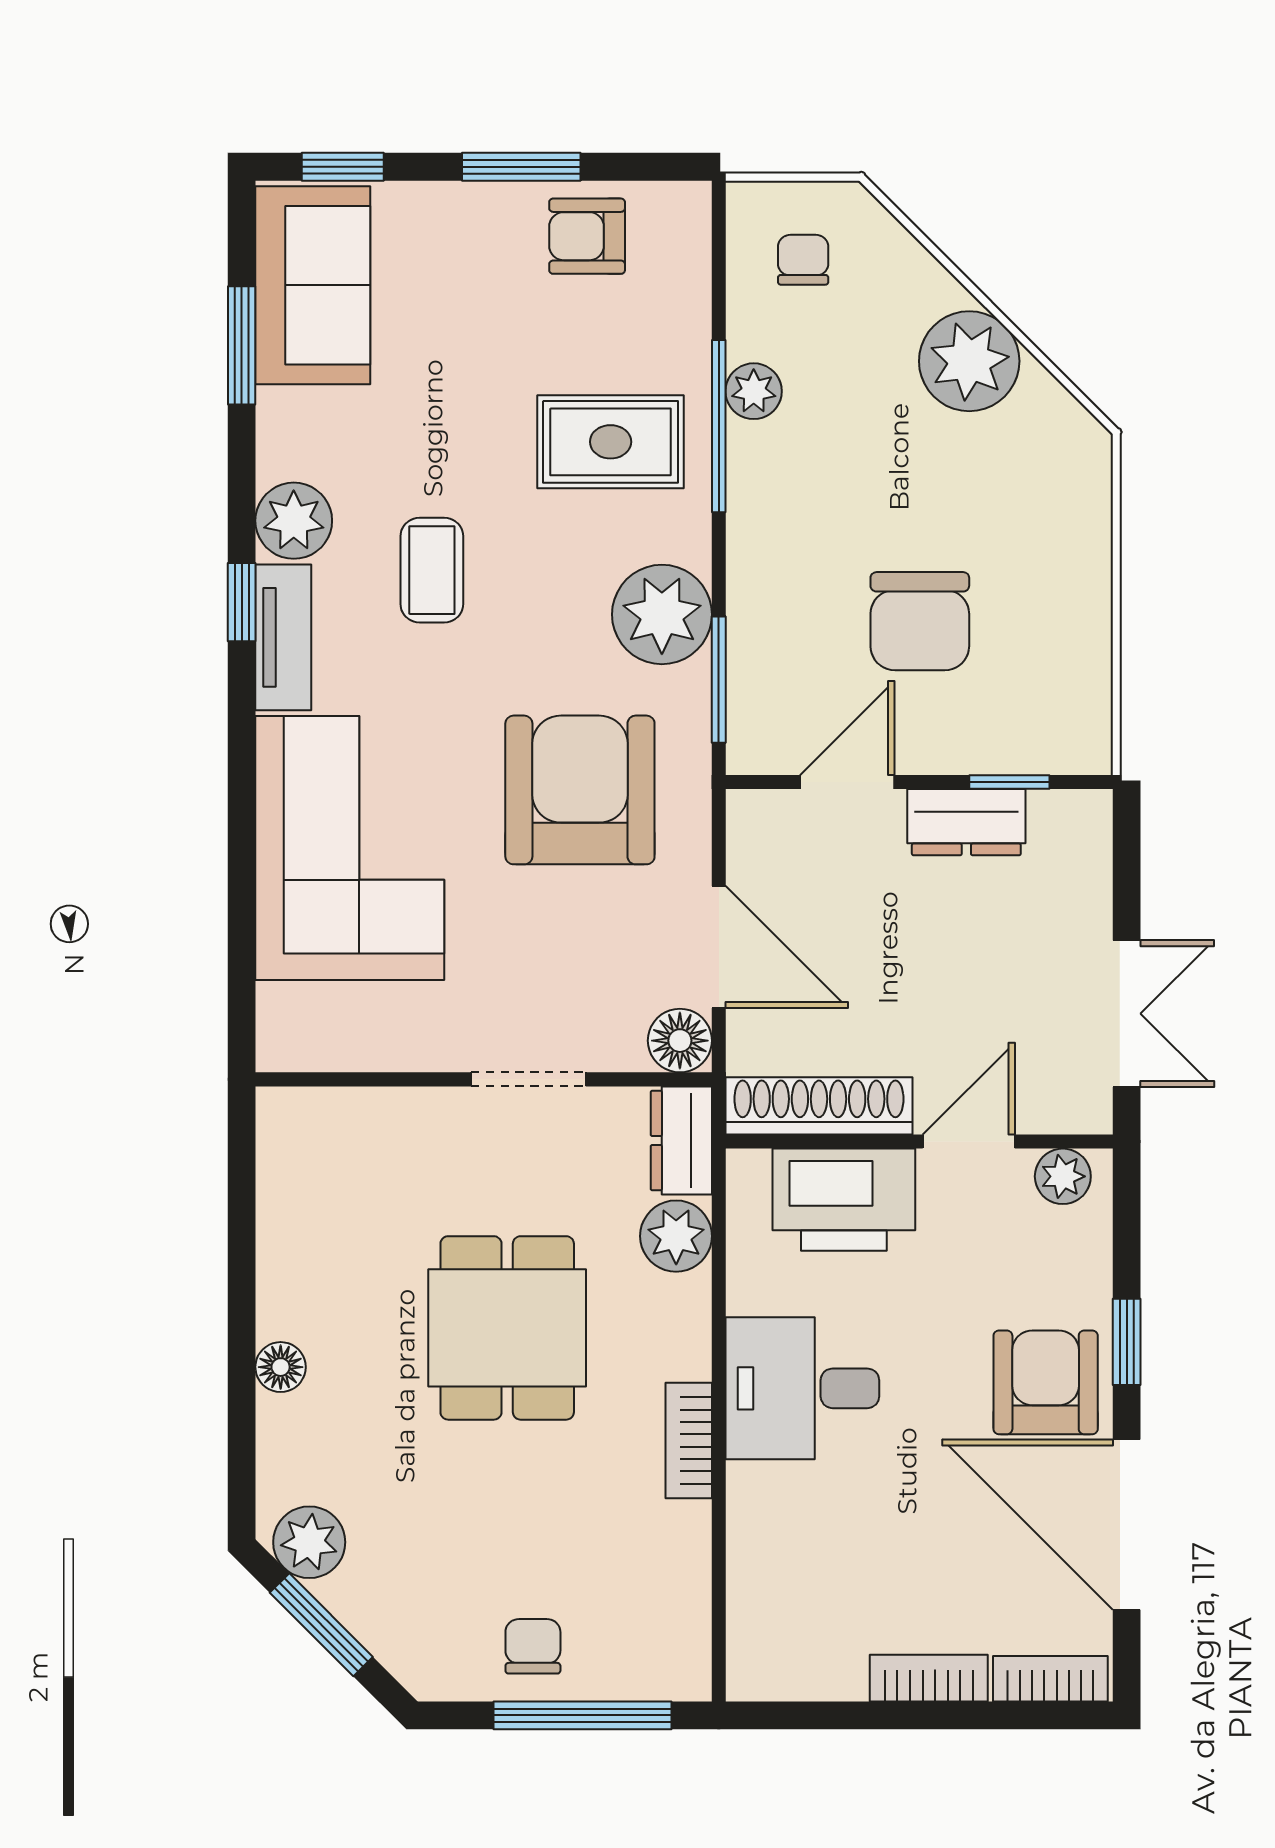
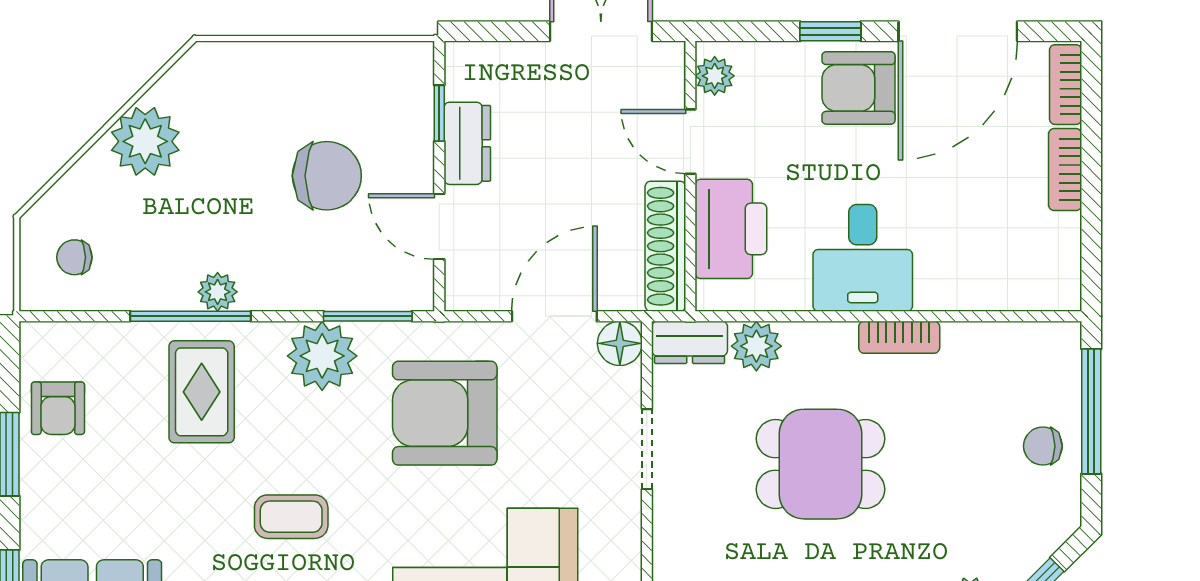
plant: (754, 391) -> (218, 292), moved

